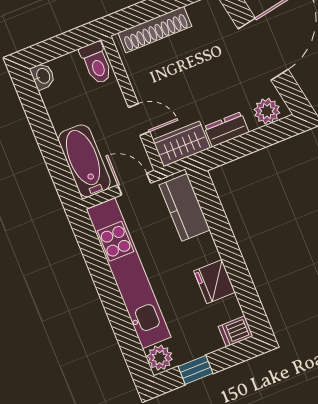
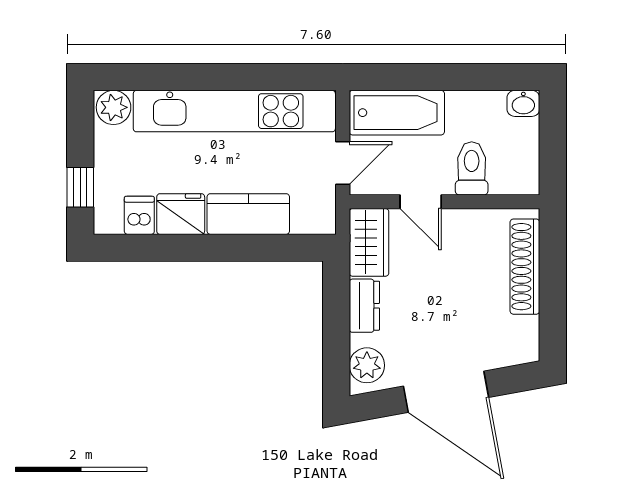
toilet: (96, 63) -> (472, 168), moved, turned 90
door: (139, 120) -> (421, 202), hinge flipped
kitchen counter: (185, 207) -> (248, 214), moved
dishwasher: (236, 331) -> (139, 215), moved
window: (196, 370) -> (80, 187), moved

